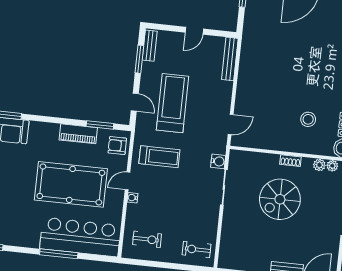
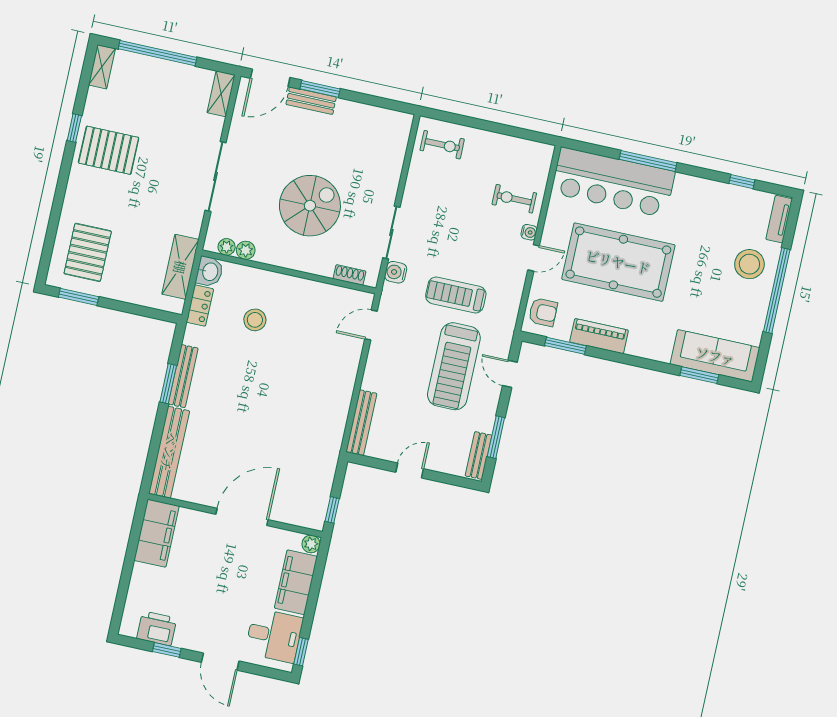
treadmill: (159, 157) -> (456, 295), moved
shoe rack: (290, 161) -> (350, 275), moved
exercise bike: (147, 239) -> (514, 199), moved

